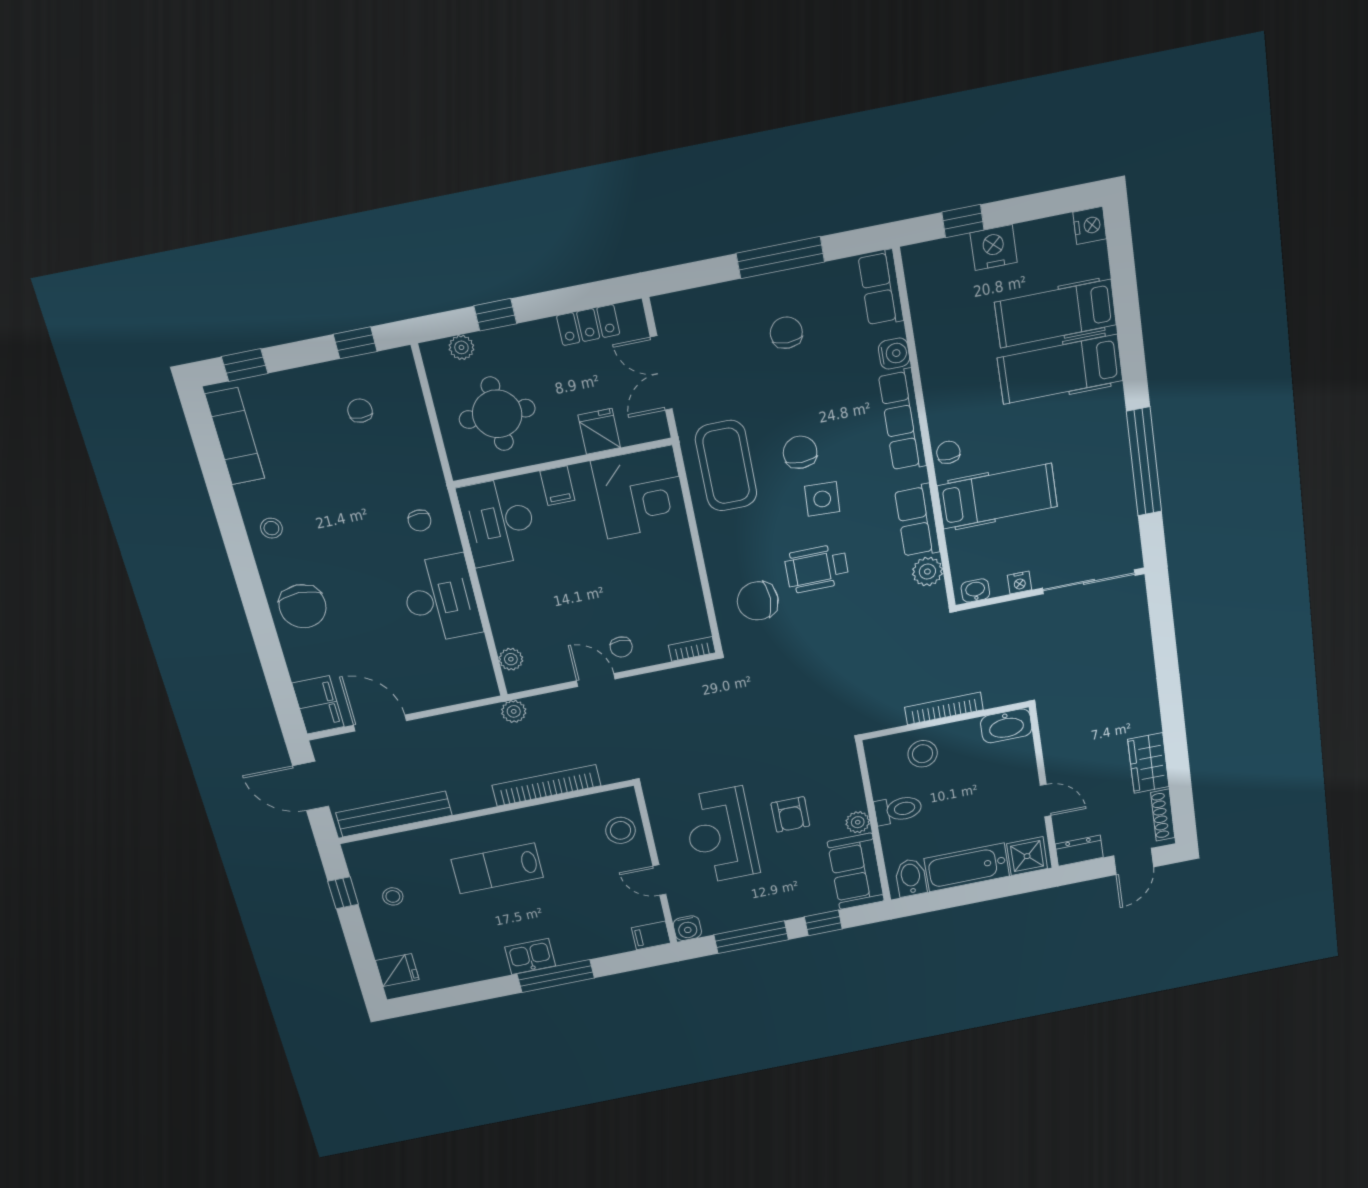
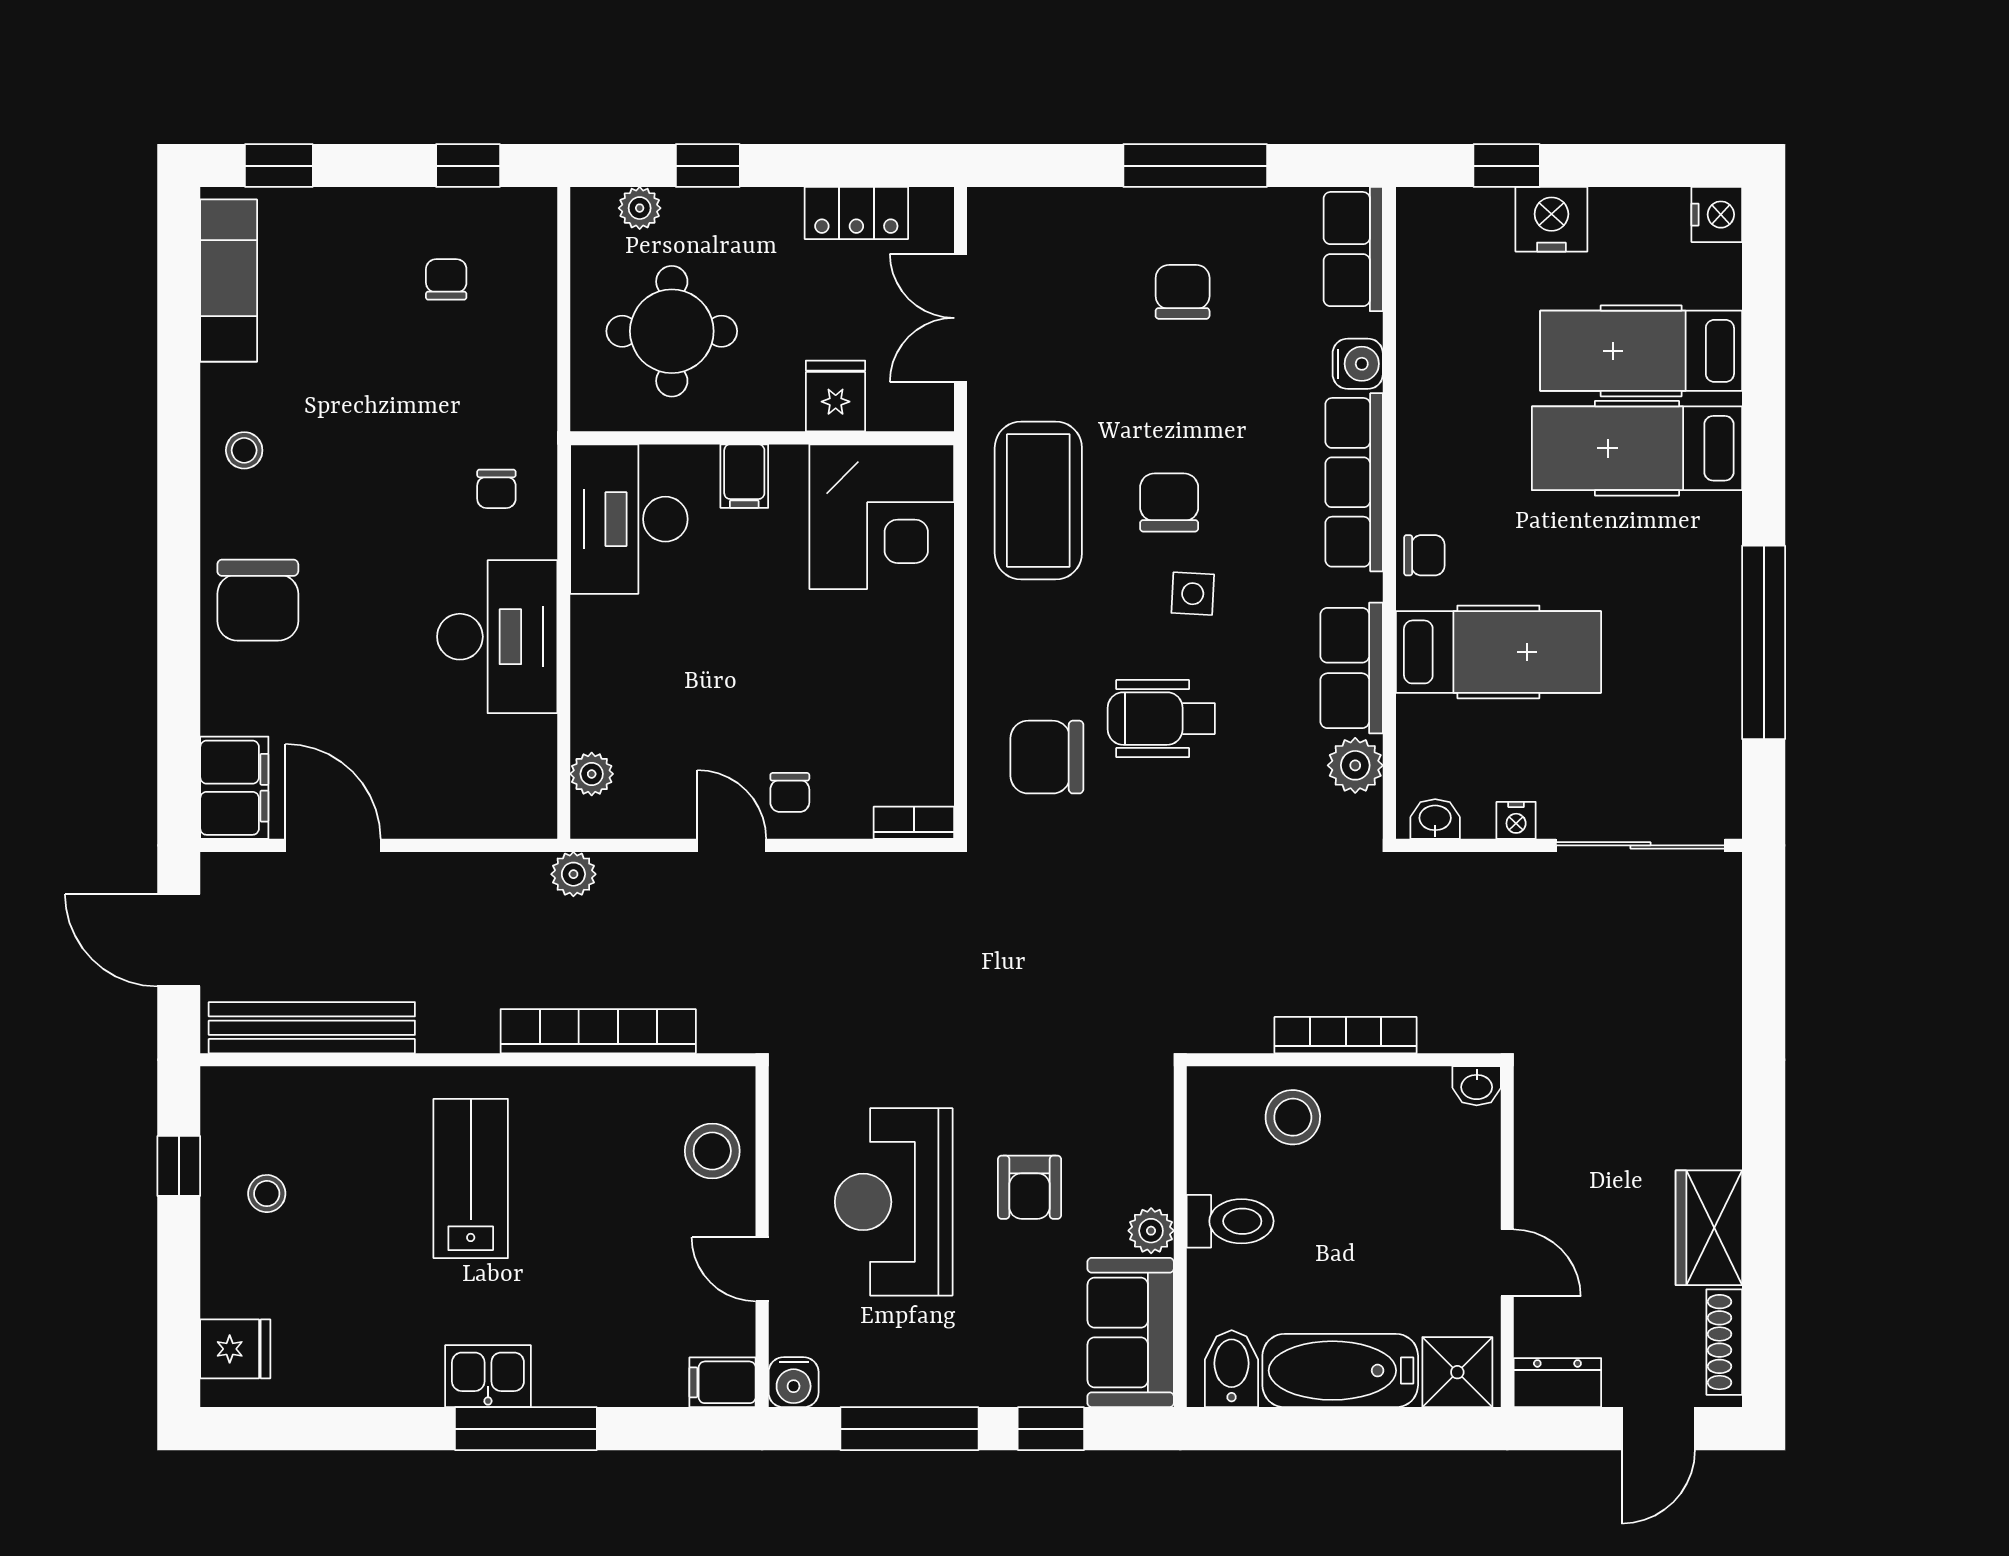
chair: (948, 452) -> (1424, 555), turned 92
side table: (822, 499) -> (1193, 594), width x0.73, depth x0.73
washbasin: (1006, 726) -> (1477, 1086), width x0.52, depth x0.69
lab bench: (497, 868) -> (471, 1178), turned 90

